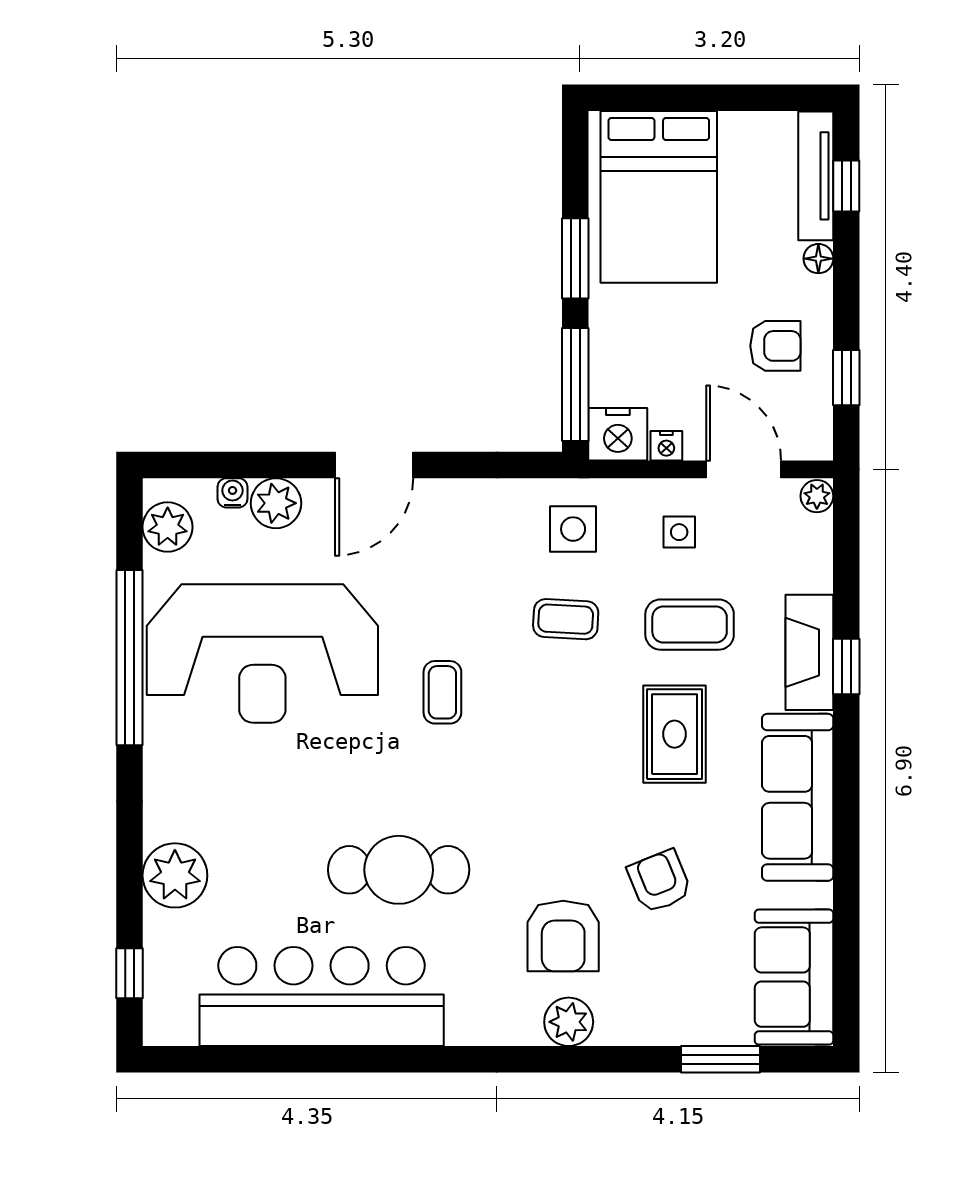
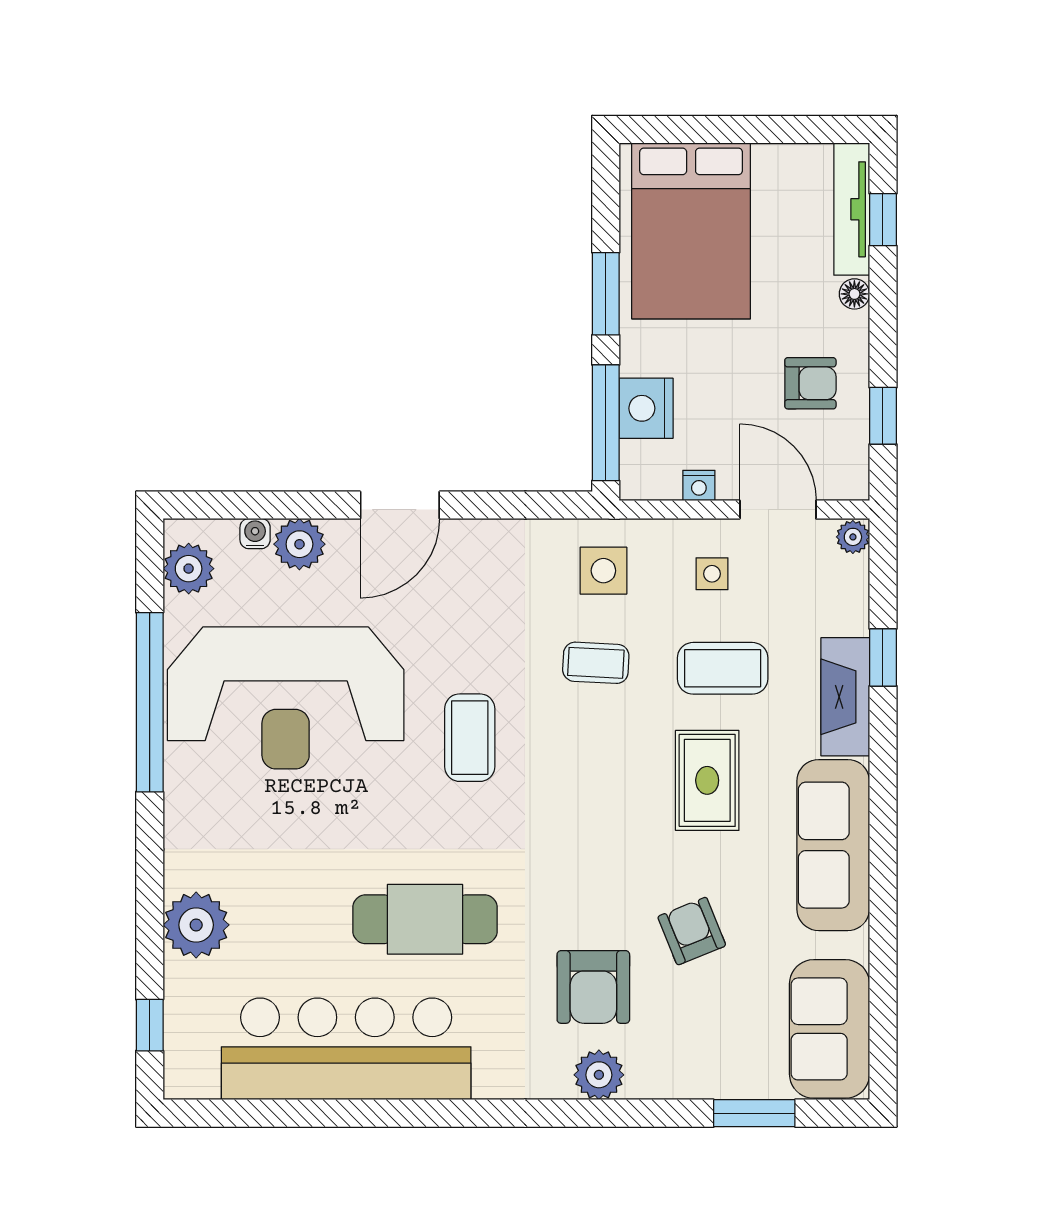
nightstand: (618, 434) -> (646, 408), moved, turned 90
window: (846, 667) -> (883, 657), moved
coffee table: (442, 692) -> (470, 738), width x1.36, depth x1.30

